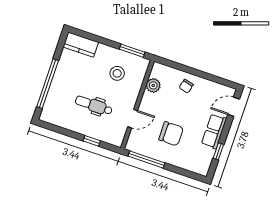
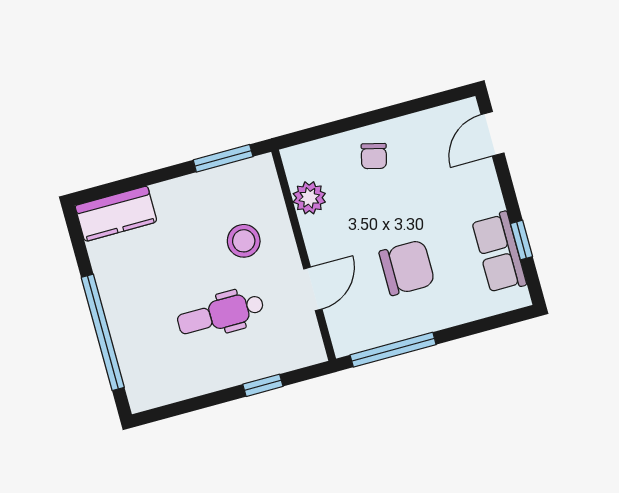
stool: (117, 73) -> (244, 241), moved
row of seats: (214, 131) -> (499, 253), moved

